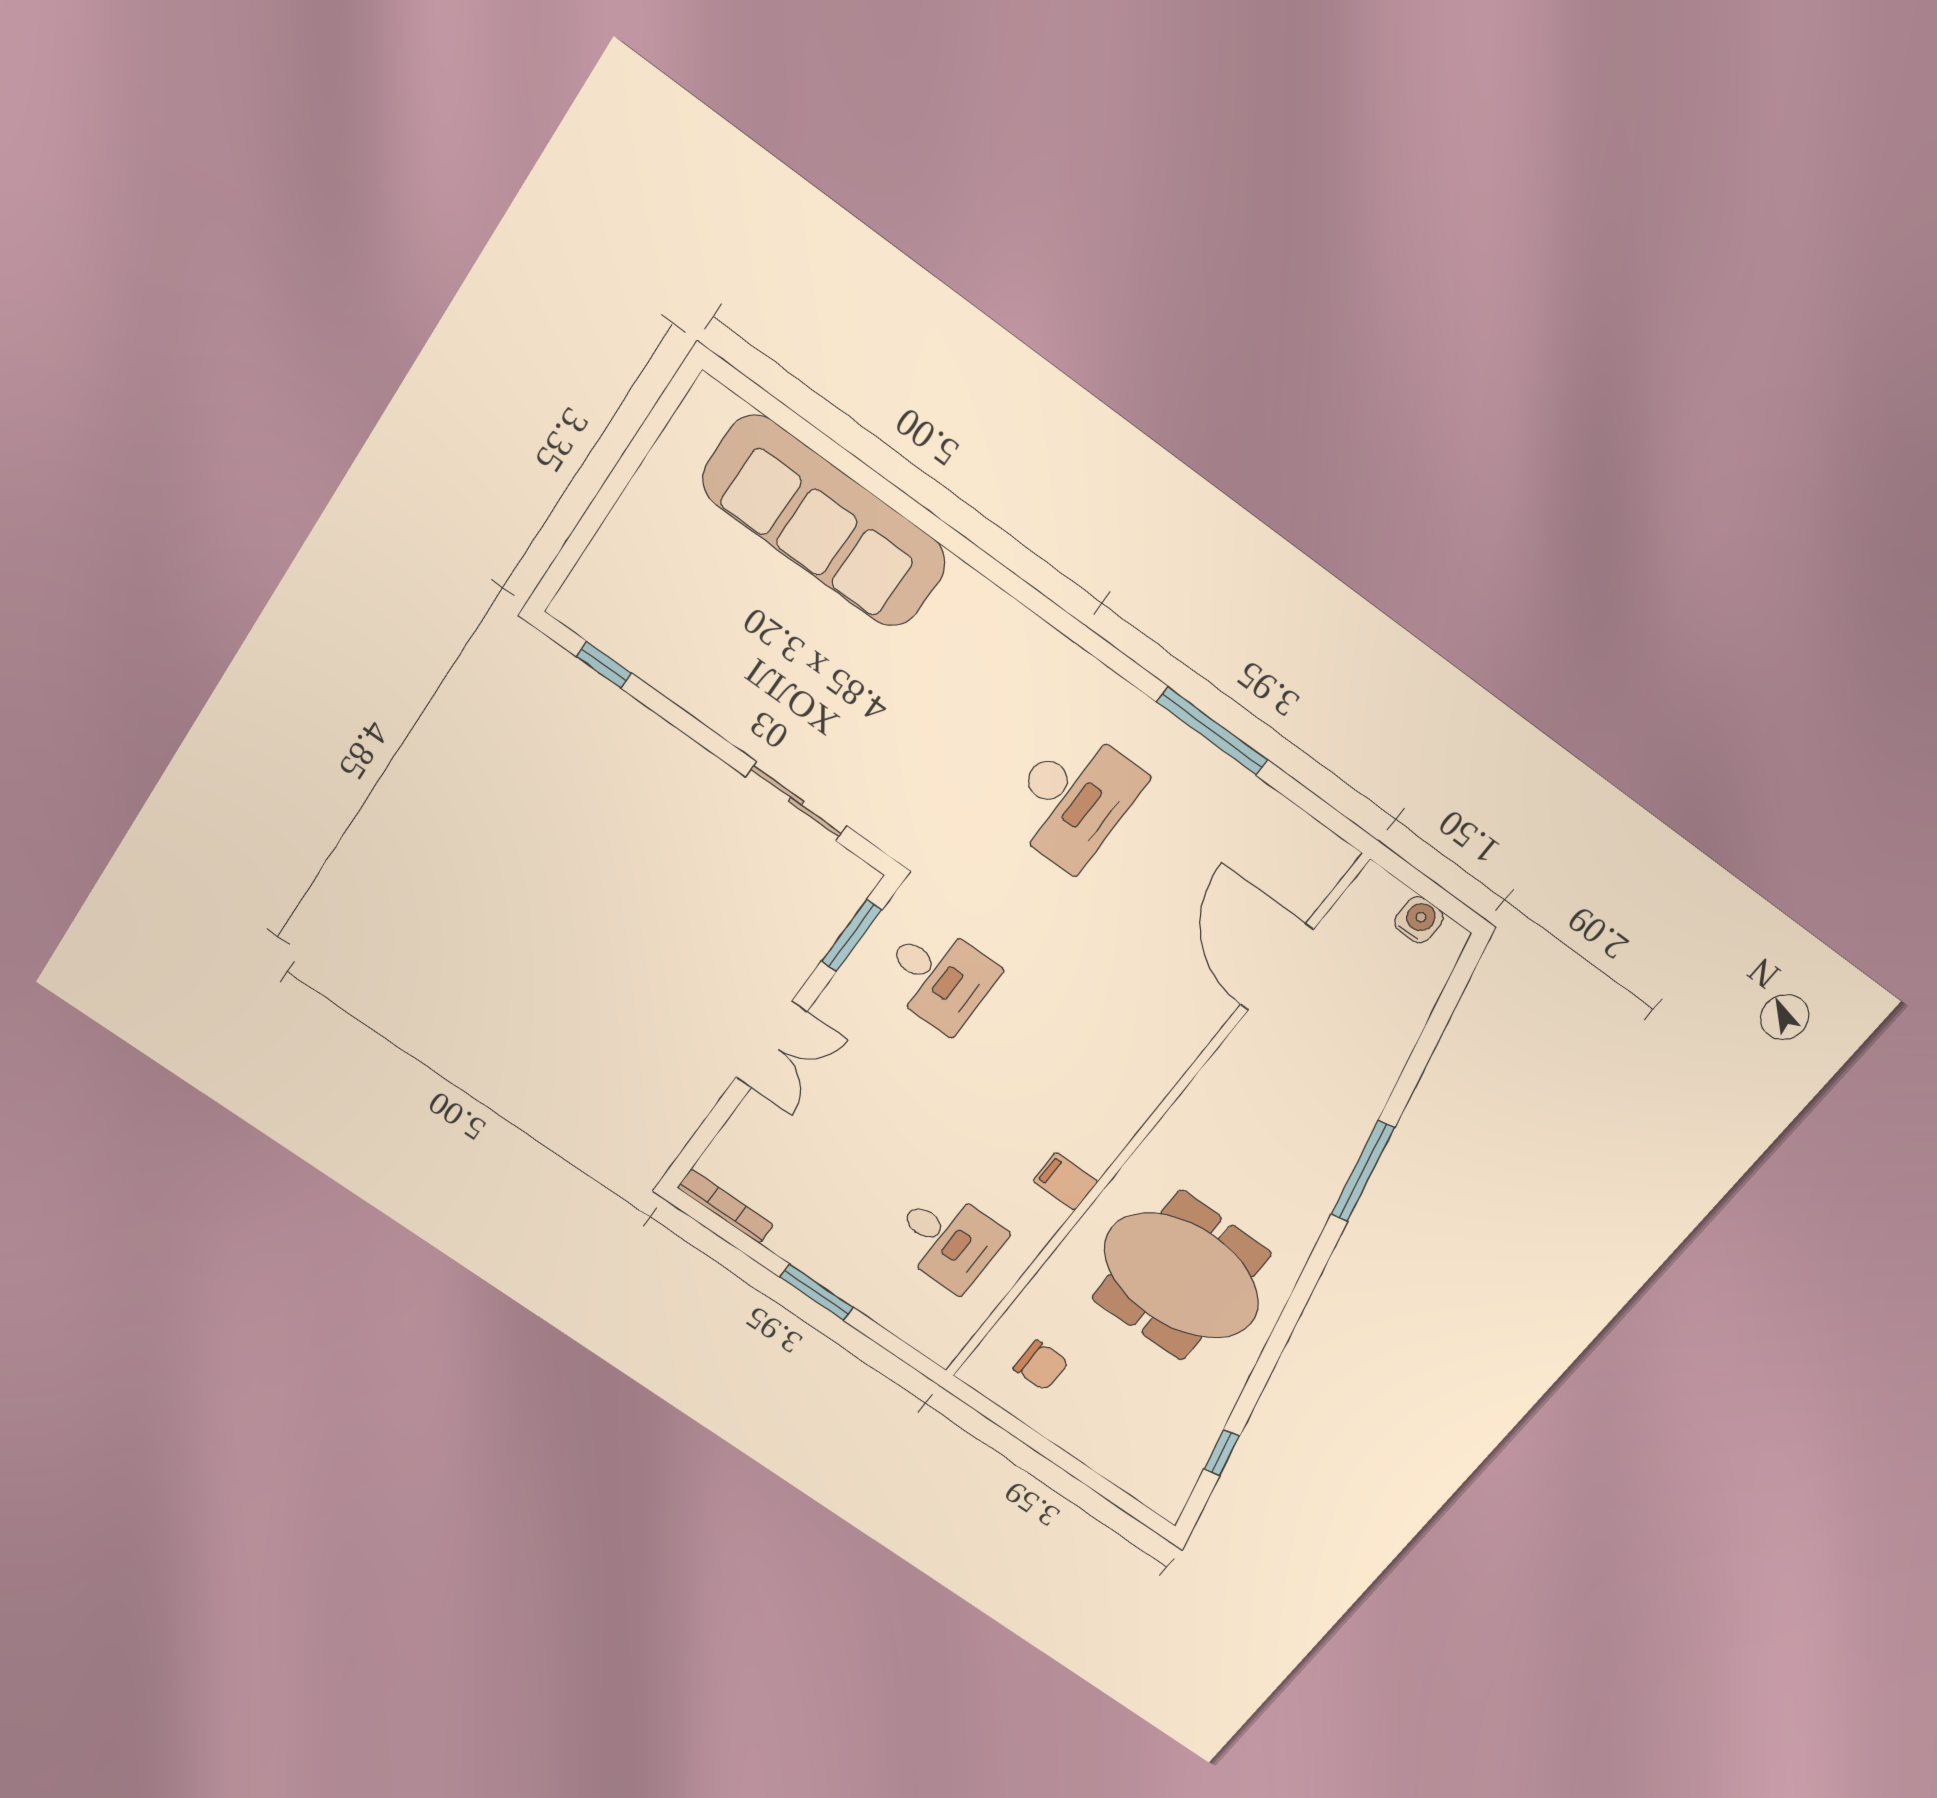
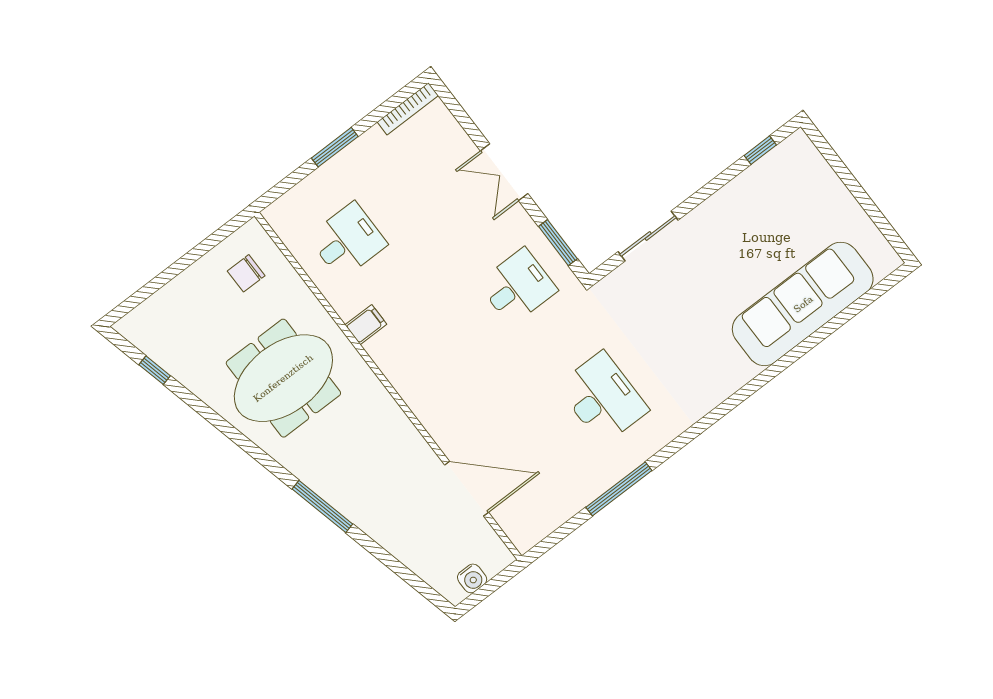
desk: (1073, 799) -> (603, 398), turned 180
desk: (939, 977) -> (518, 287), turned 180
desk: (948, 1239) -> (348, 241), turned 180

